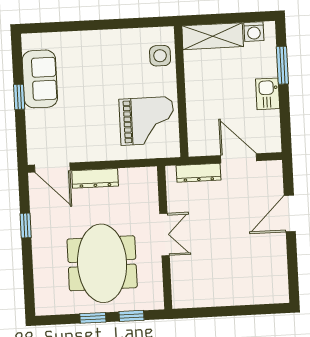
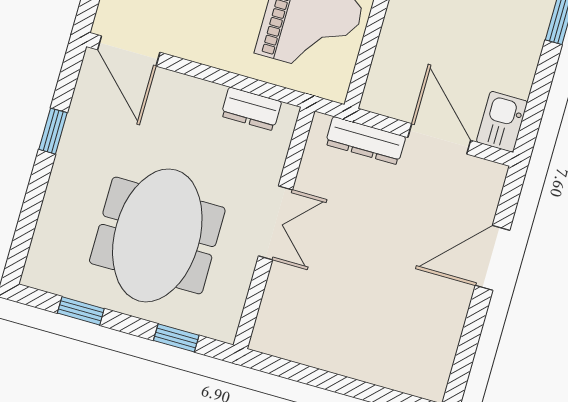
kitchen sink: (268, 94) -> (502, 122), moved
dresser: (95, 178) -> (251, 109), moved, width x0.70
window: (93, 318) -> (81, 311), moved

